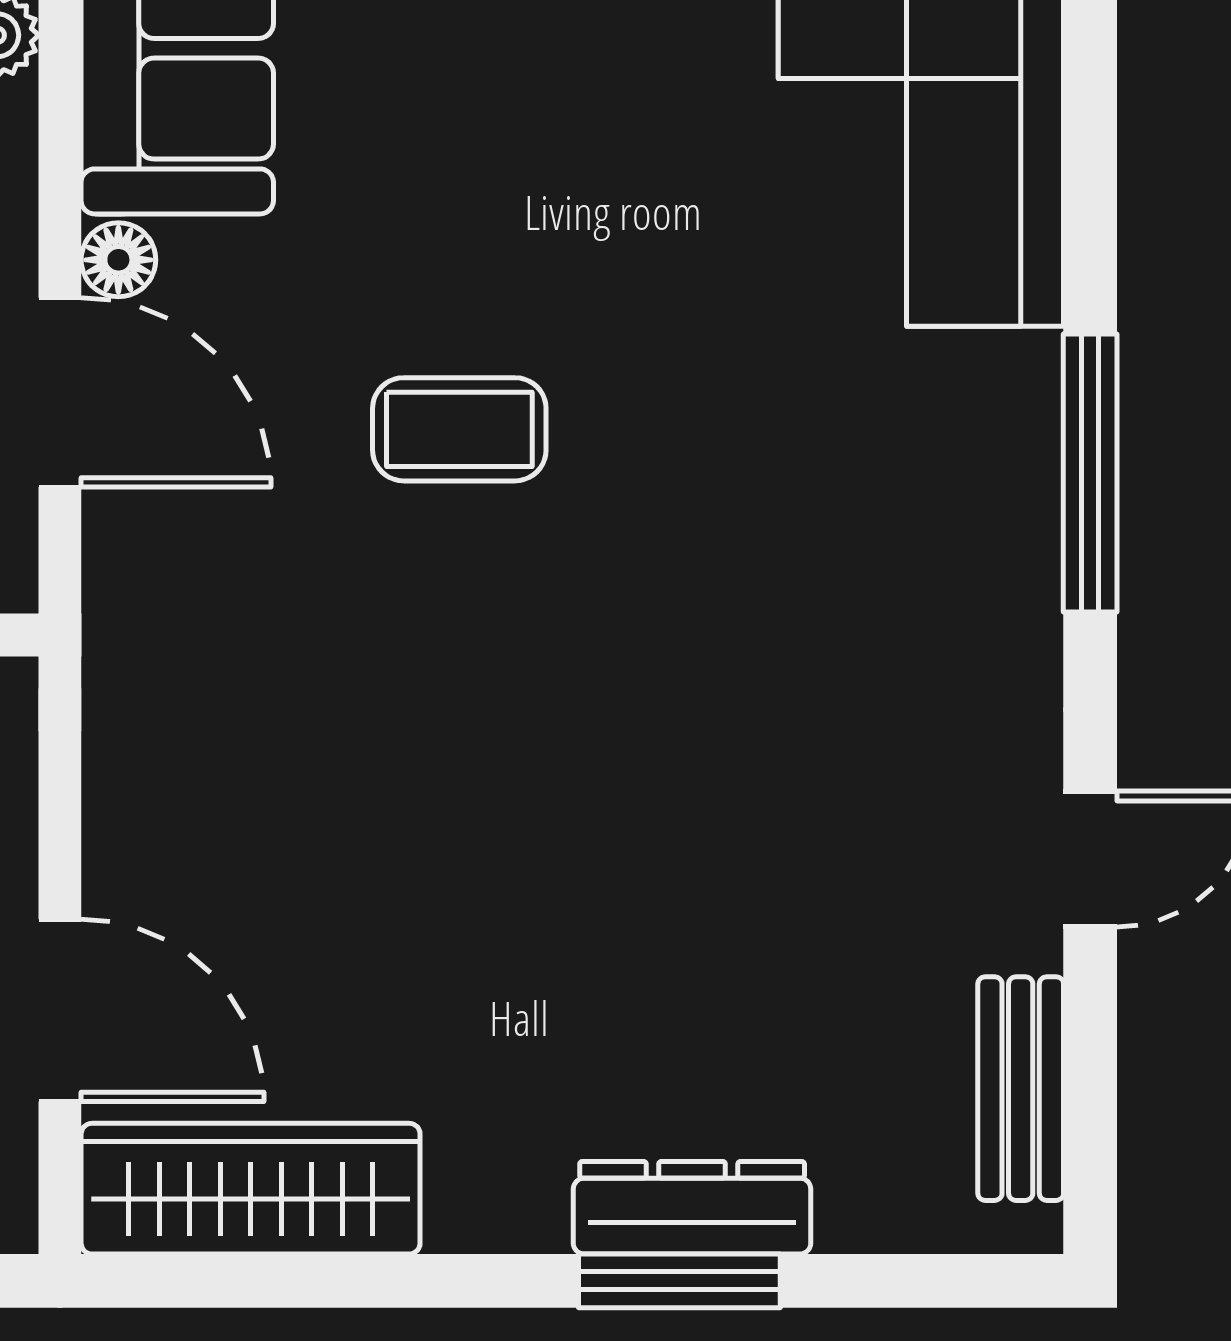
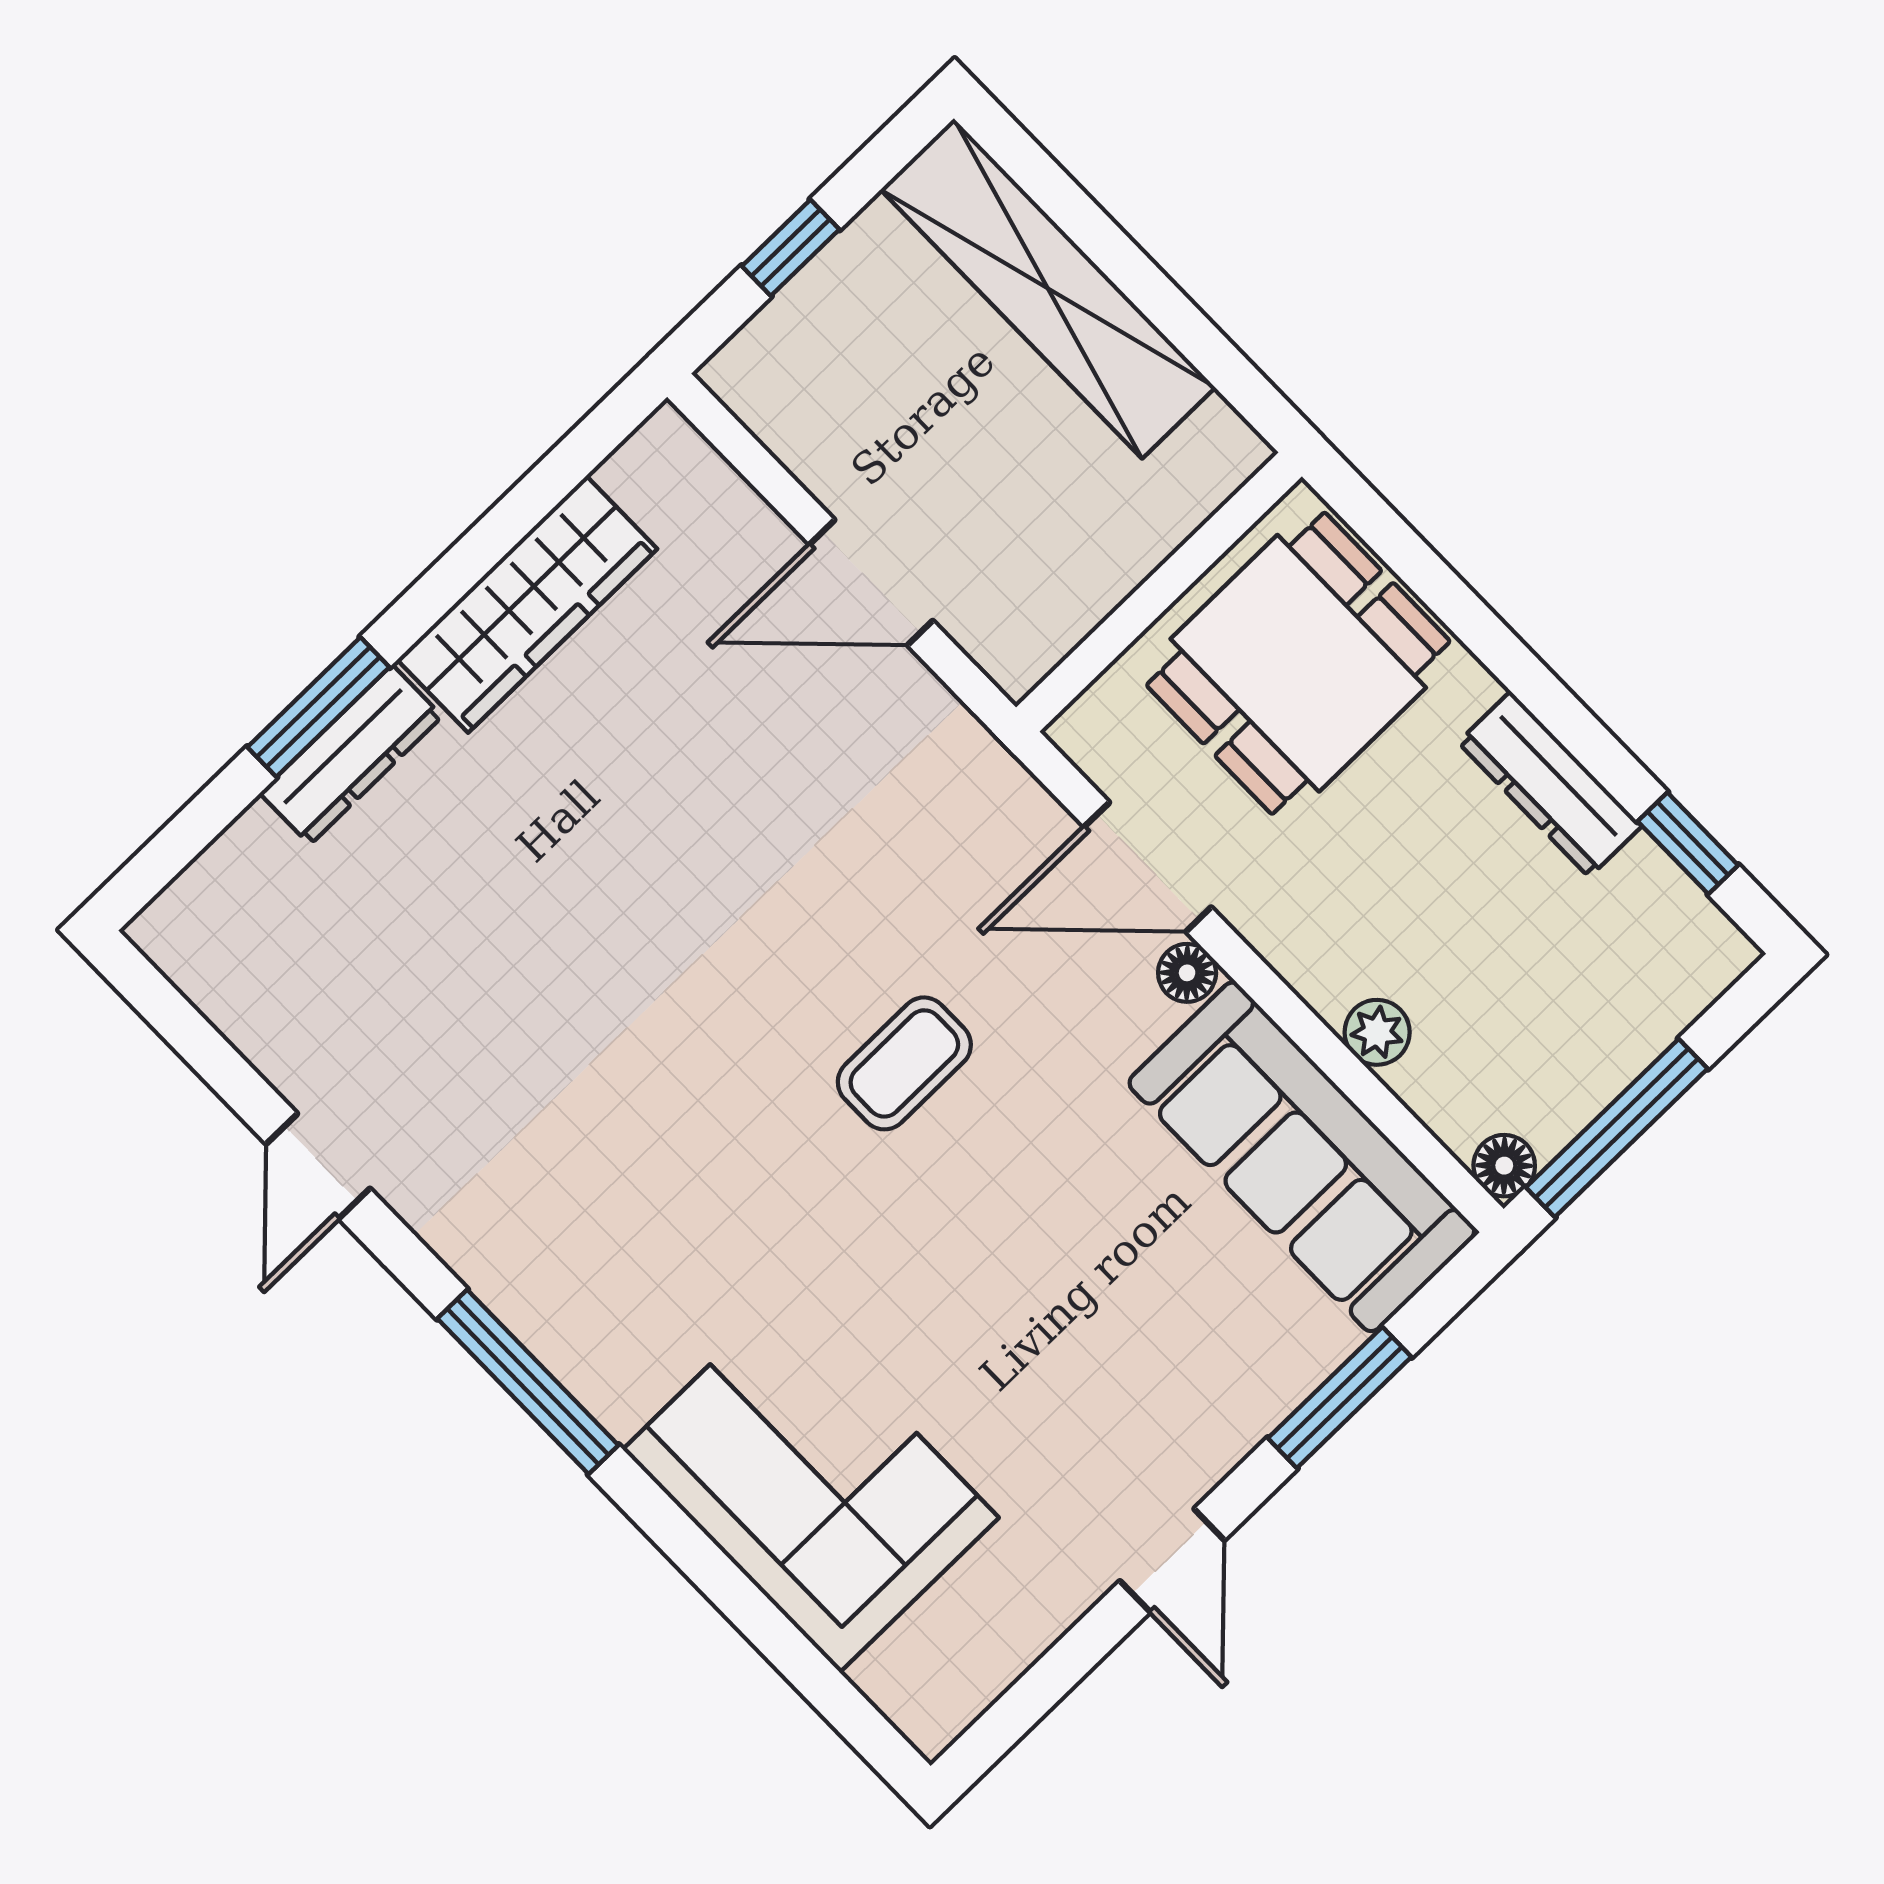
door: (60, 1010) -> (871, 582), moved
bench: (1021, 1089) -> (232, 1000), removed
wardrobe: (251, 1189) -> (527, 604), moved

